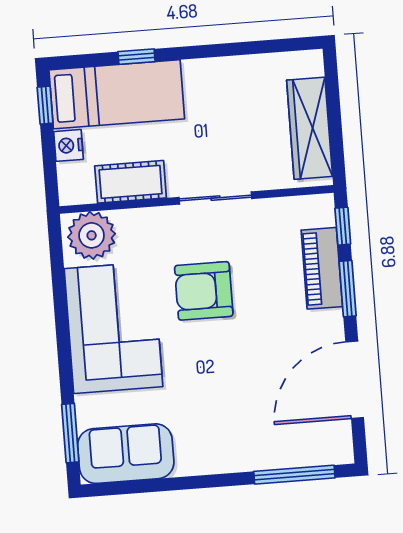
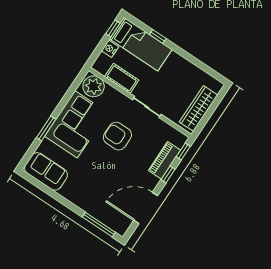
window: (348, 289) -> (168, 174), width x0.67
window: (70, 433) -> (46, 128), moved

